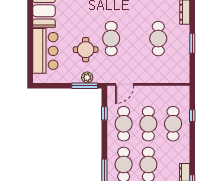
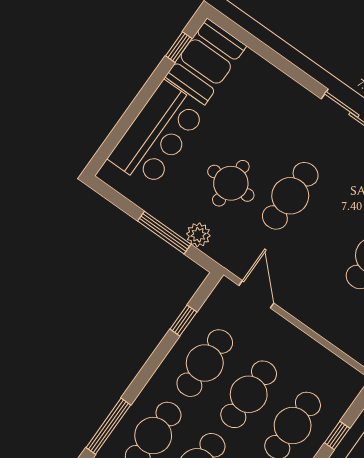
window: (30, 13) -> (179, 47), added
door: (125, 84) -> (256, 294), swing flipped
window: (85, 86) -> (164, 233), moved

